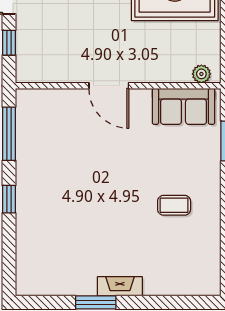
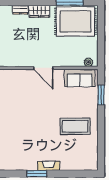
coffee table: (174, 205) -> (75, 126), width x1.86, depth x1.72

